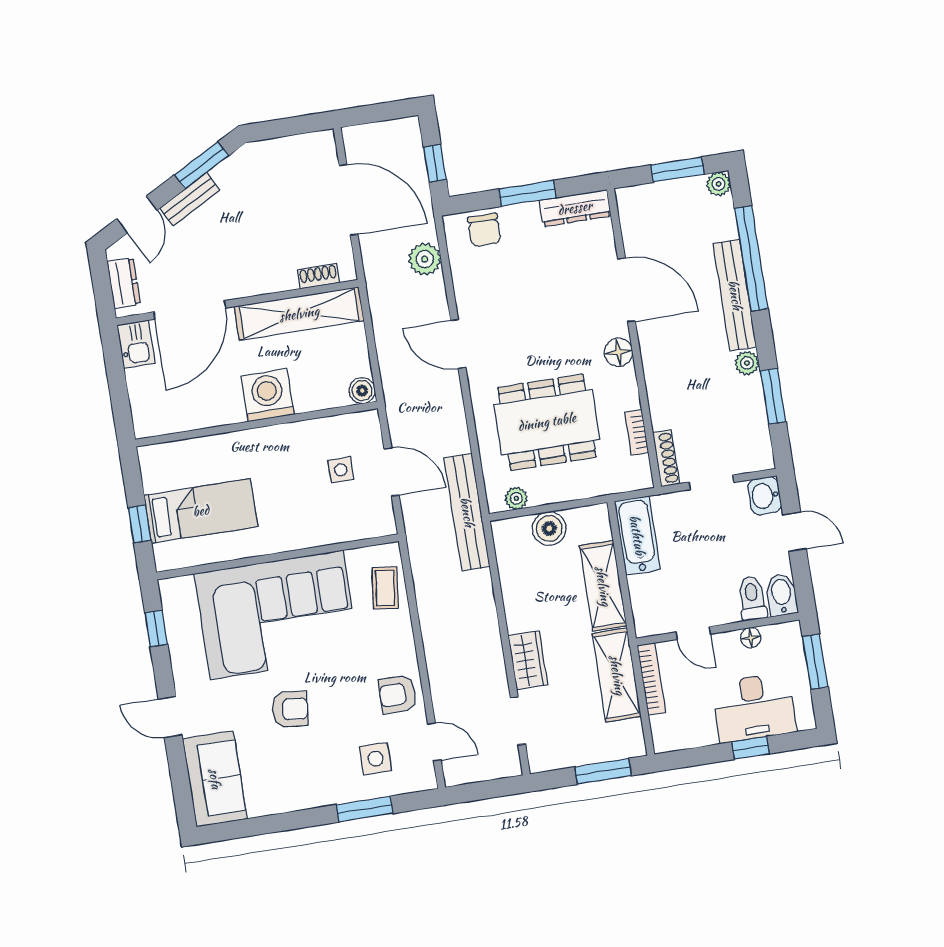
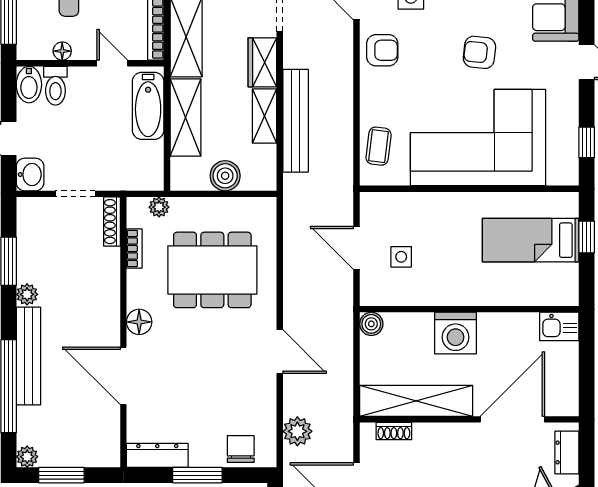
kitchen sink: (136, 344) -> (559, 326), moved, turned -90
plant: (516, 498) -> (159, 207), moved
bench: (467, 512) -> (296, 121), moved
bathtub: (637, 535) -> (148, 106), moved
shelving: (516, 601) -> (264, 116), added

